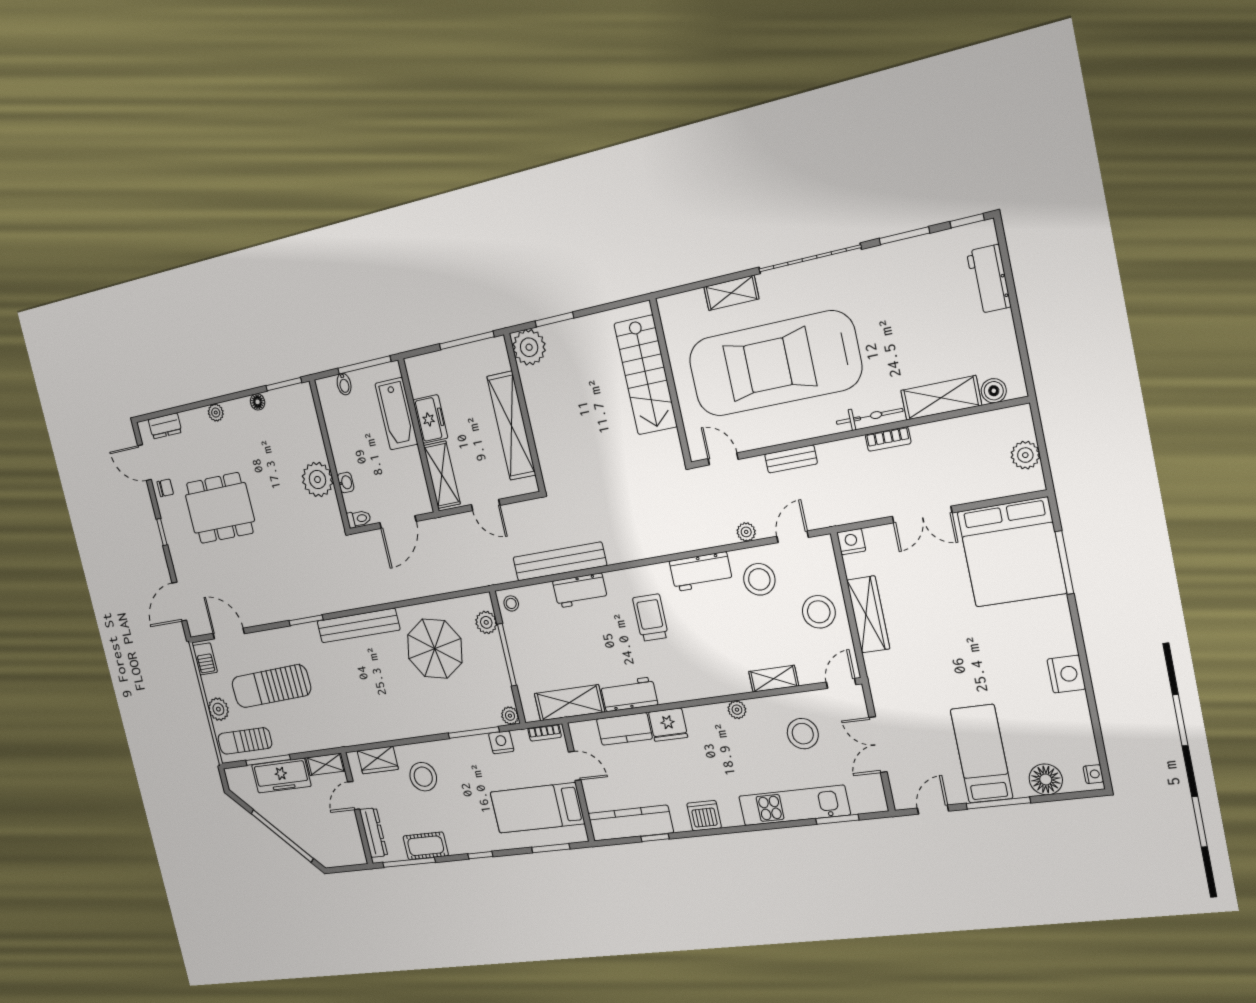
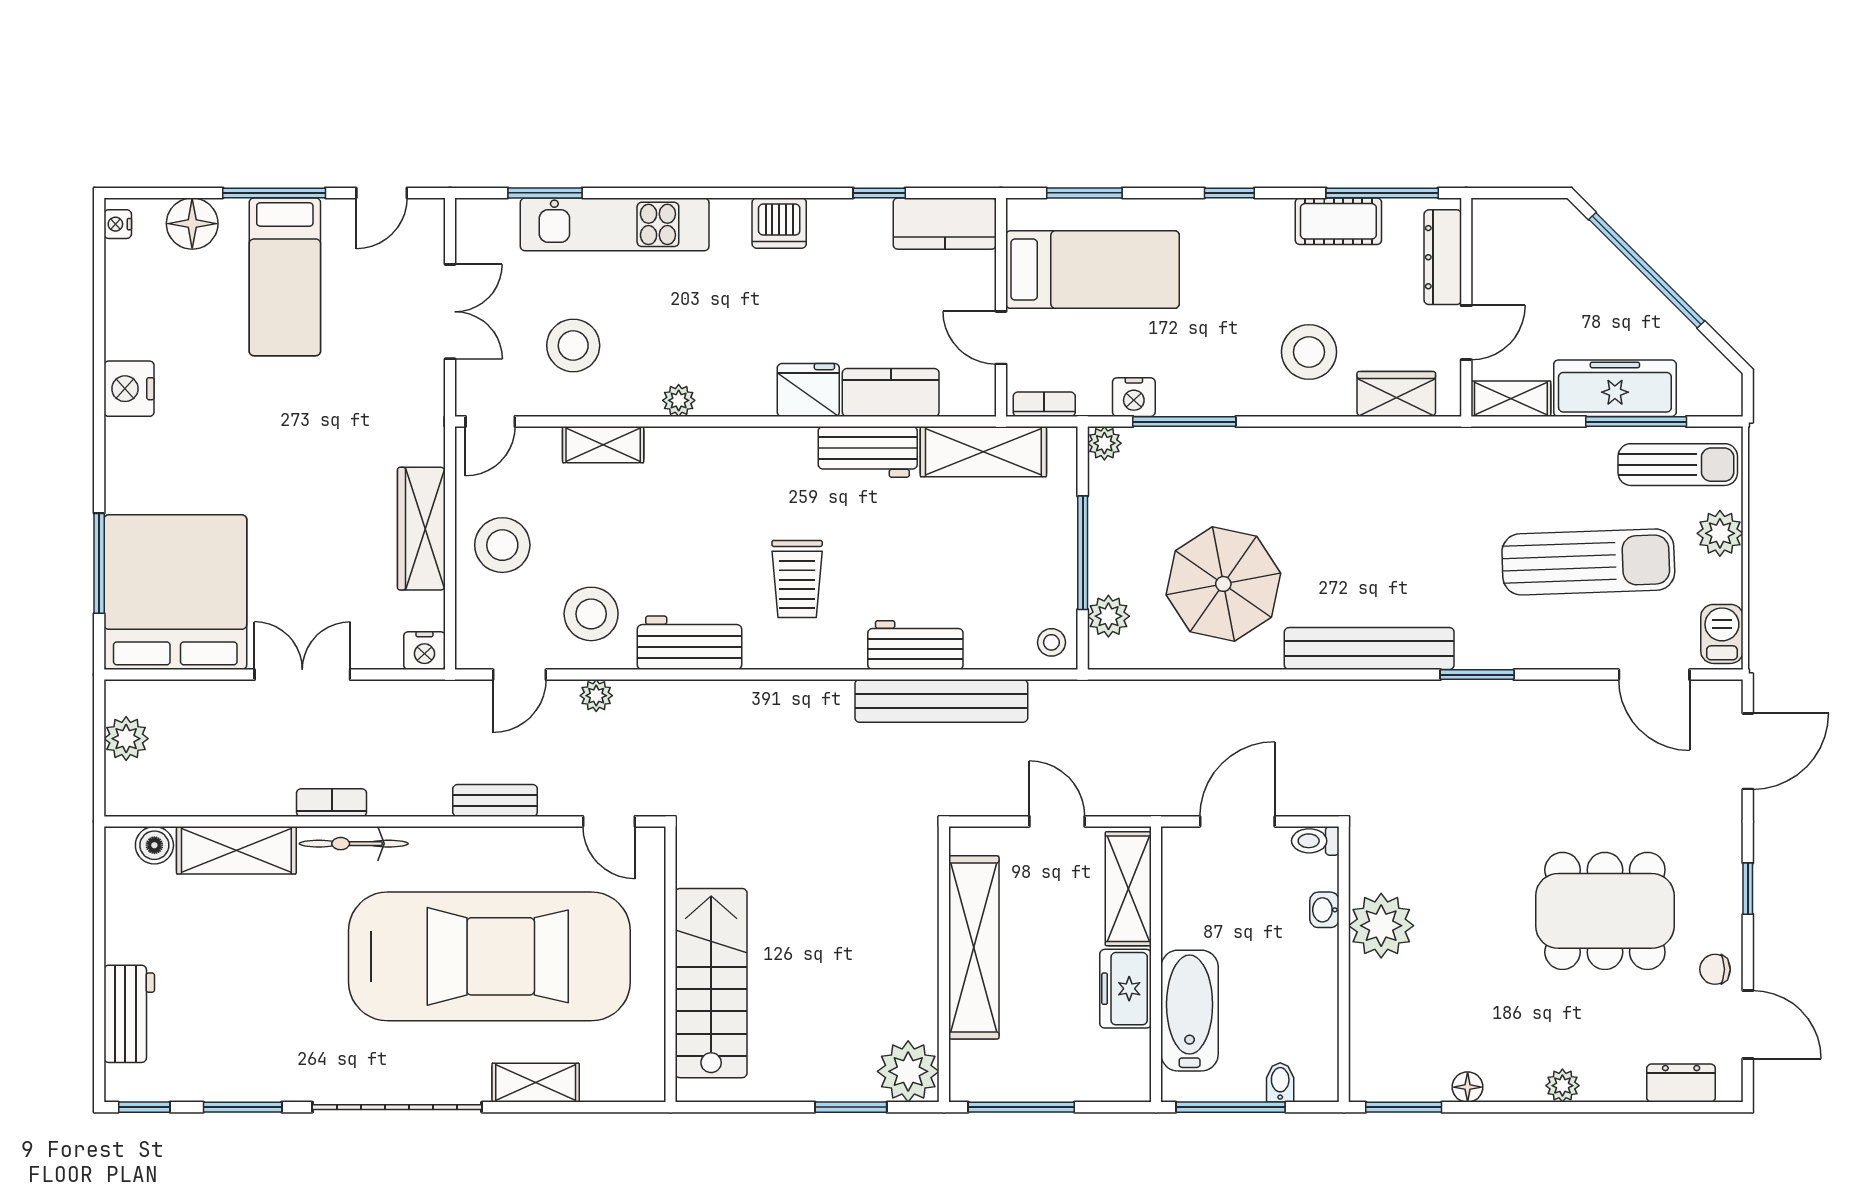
kitchen counter: (630, 823) -> (945, 224), width x0.67

